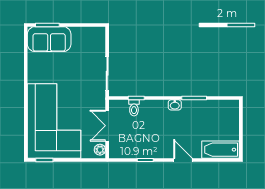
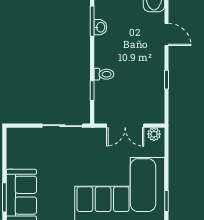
washbasin: (175, 105) -> (100, 27), moved
toilet: (134, 108) -> (104, 74), moved
door: (183, 160) -> (166, 34), swing flipped

